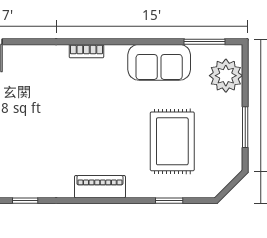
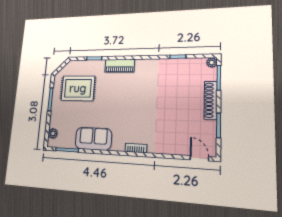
plant: (226, 76) -> (53, 133), width x0.53, depth x0.53
rug: (172, 141) -> (78, 88), moved, turned 90
piano: (100, 187) -> (120, 66), moved

